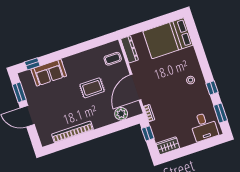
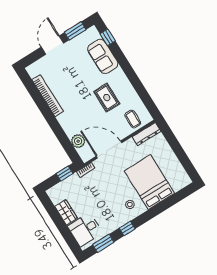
bed: (168, 38) -> (149, 182), moved
rug: (92, 88) -> (107, 98), moved
wardrobe: (168, 146) -> (66, 212), moved

